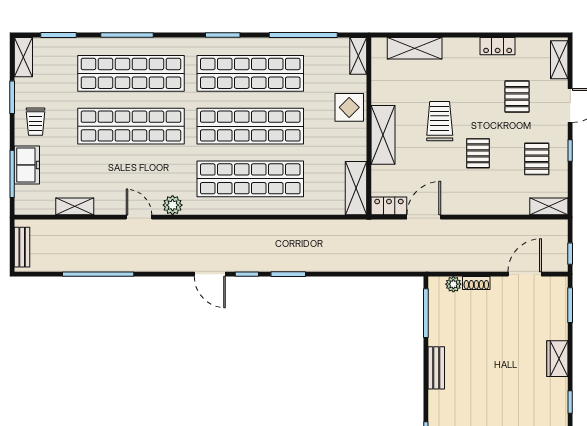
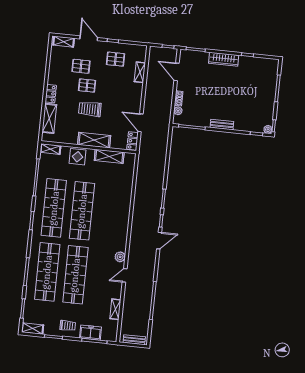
locker: (498, 46) -> (51, 94), moved
pallet: (478, 153) -> (87, 86), moved
shop shelf: (250, 179) -> (110, 214), removed
shelving: (356, 188) -> (109, 156), moved
shelving: (549, 206) -> (140, 72), moved
wardrobe: (557, 359) -> (224, 59), width x1.50

